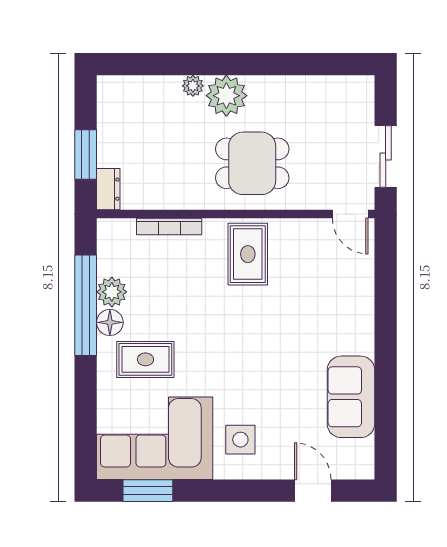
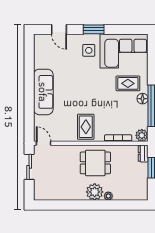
dining table: (252, 163) -> (95, 163), moved
plant: (112, 292) -> (142, 135), moved
sofa: (351, 397) -> (43, 92), moved, width x1.36
window: (148, 491) -> (94, 29), moved

